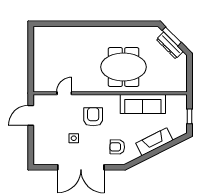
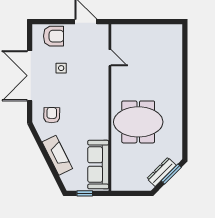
meeting table: (124, 67) -> (138, 122), turned 90
sofa: (143, 104) -> (98, 165), moved
armchair: (93, 117) -> (54, 36), moved

